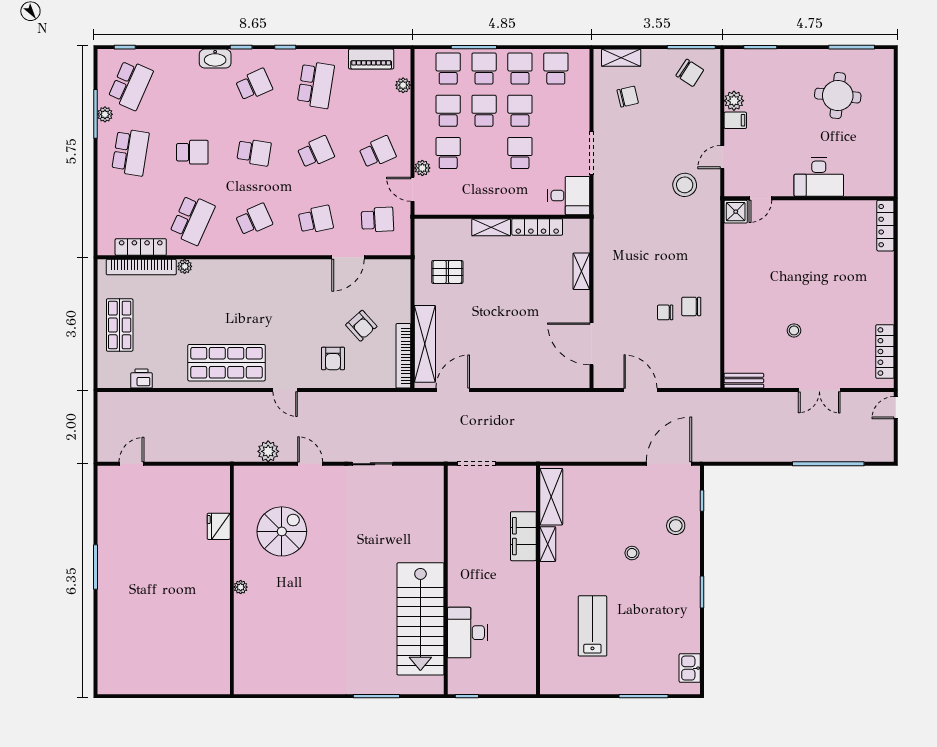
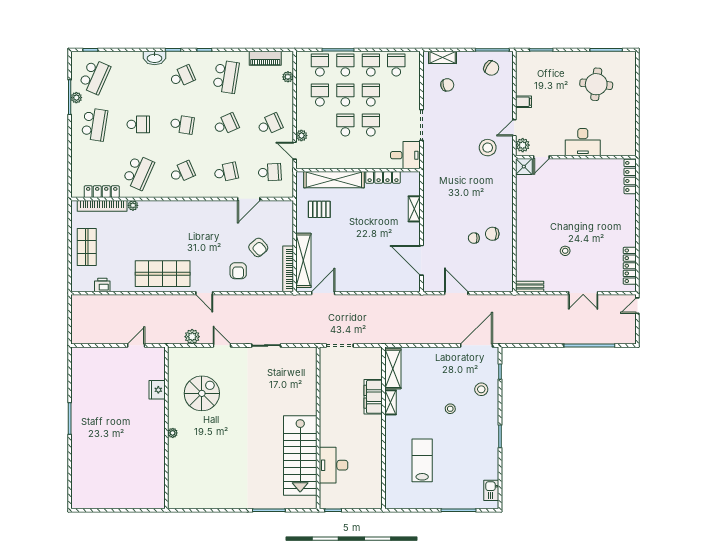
plant: (734, 101) -> (523, 145), moved
school desk: (448, 153) -> (345, 125), moved
shelving: (491, 227) -> (334, 180), width x2.20, depth x1.33
door: (132, 464) -> (136, 345), moved

